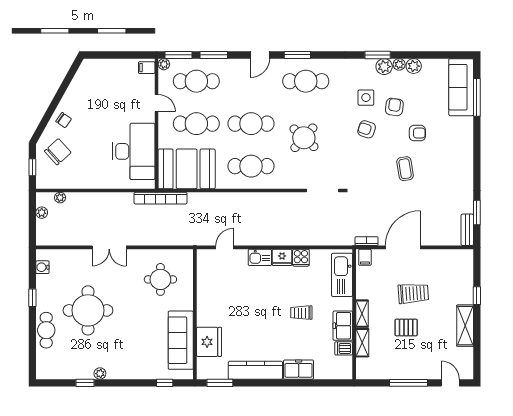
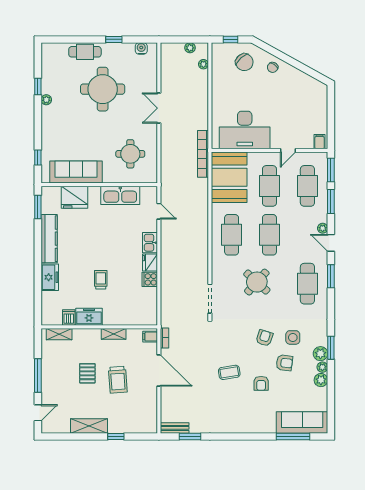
plant: (164, 64) -> (323, 228), moved
kitchen sink: (342, 275) -> (120, 195), moved, turned 180
shelving: (362, 314) -> (114, 334), moved
shelving: (362, 343) -> (59, 334), moved

